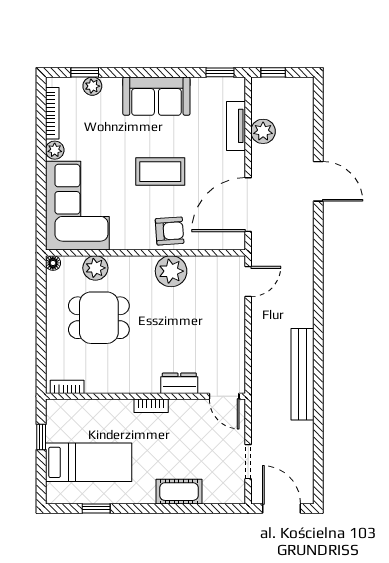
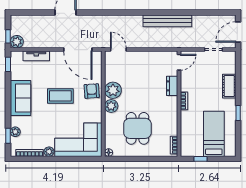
plant: (263, 131) -> (17, 42), moved
coffee table: (160, 172) -> (60, 96), turned 90
plant: (95, 268) -> (111, 106), moved
window: (96, 508) -> (238, 113), moved

